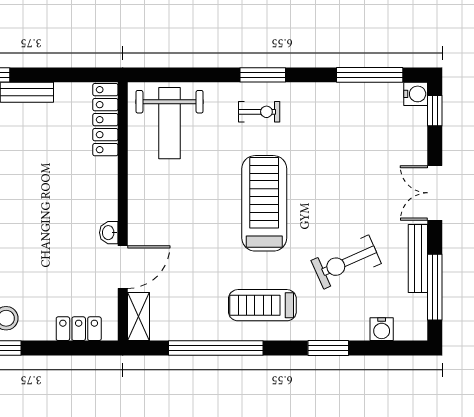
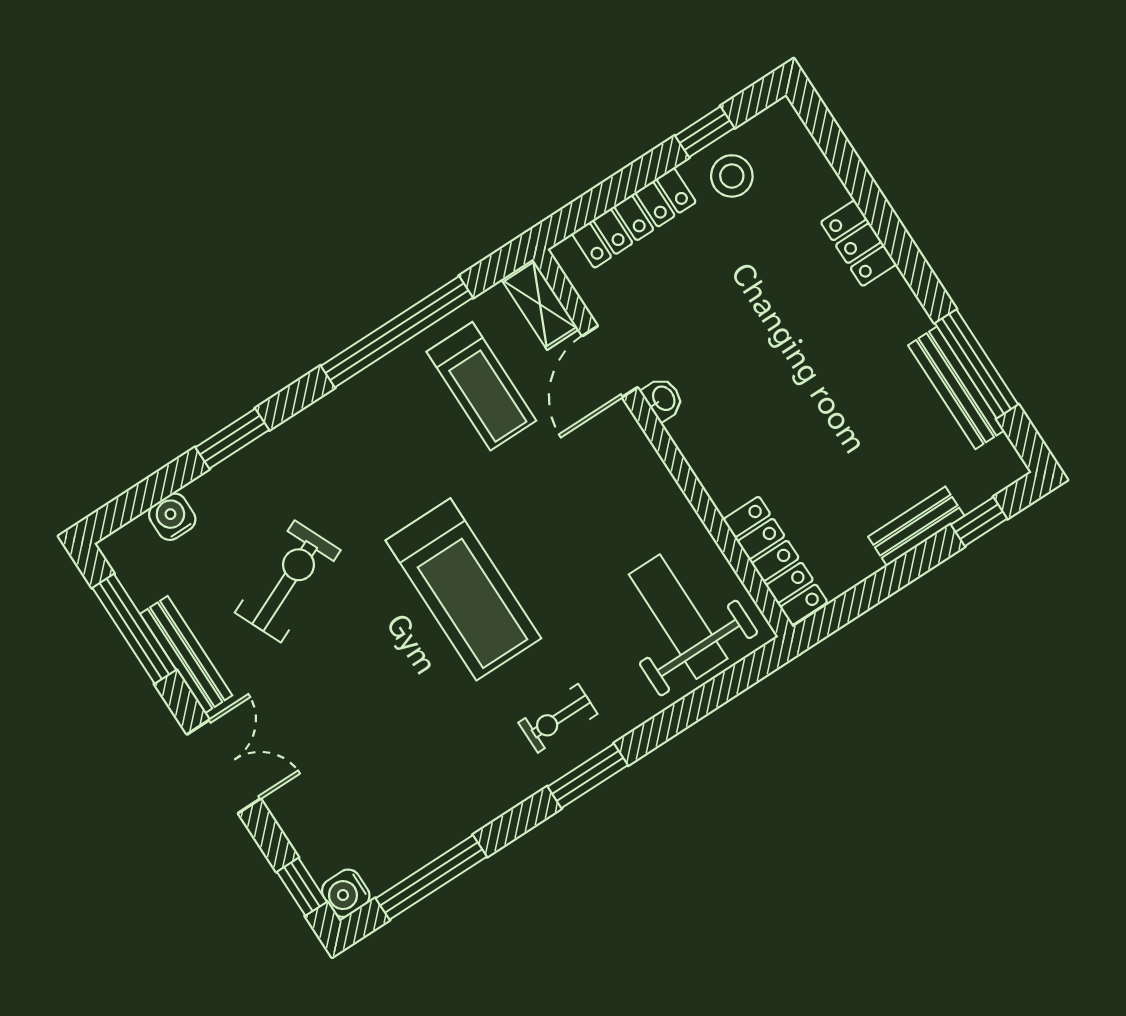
treadmill: (262, 305) -> (481, 386), moved, turned 90
locker: (79, 329) -> (634, 218), width x1.53

